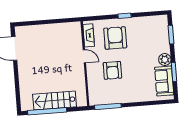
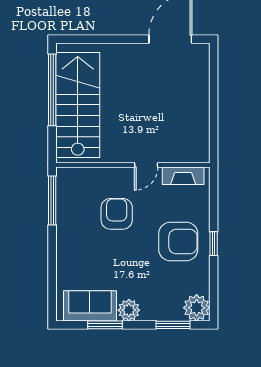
plant: (161, 22) -> (197, 308), added
armchair: (115, 38) -> (178, 242), moved
armchair: (112, 70) -> (117, 214), turned 90
stairs: (55, 101) -> (78, 105), width x1.36, depth x1.51

